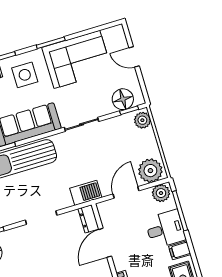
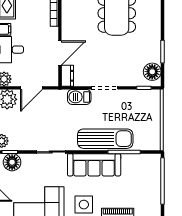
barbecue: (86, 193) -> (79, 97), moved

